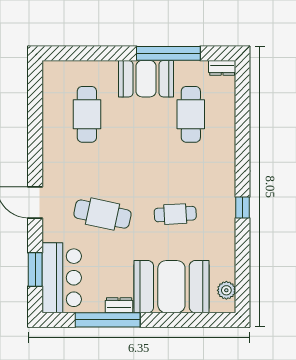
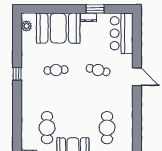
cafe table: (102, 214) -> (98, 70), width x0.73, depth x0.74
window: (35, 270) -> (137, 38), removed
window: (108, 320) -> (95, 9), width x0.47

